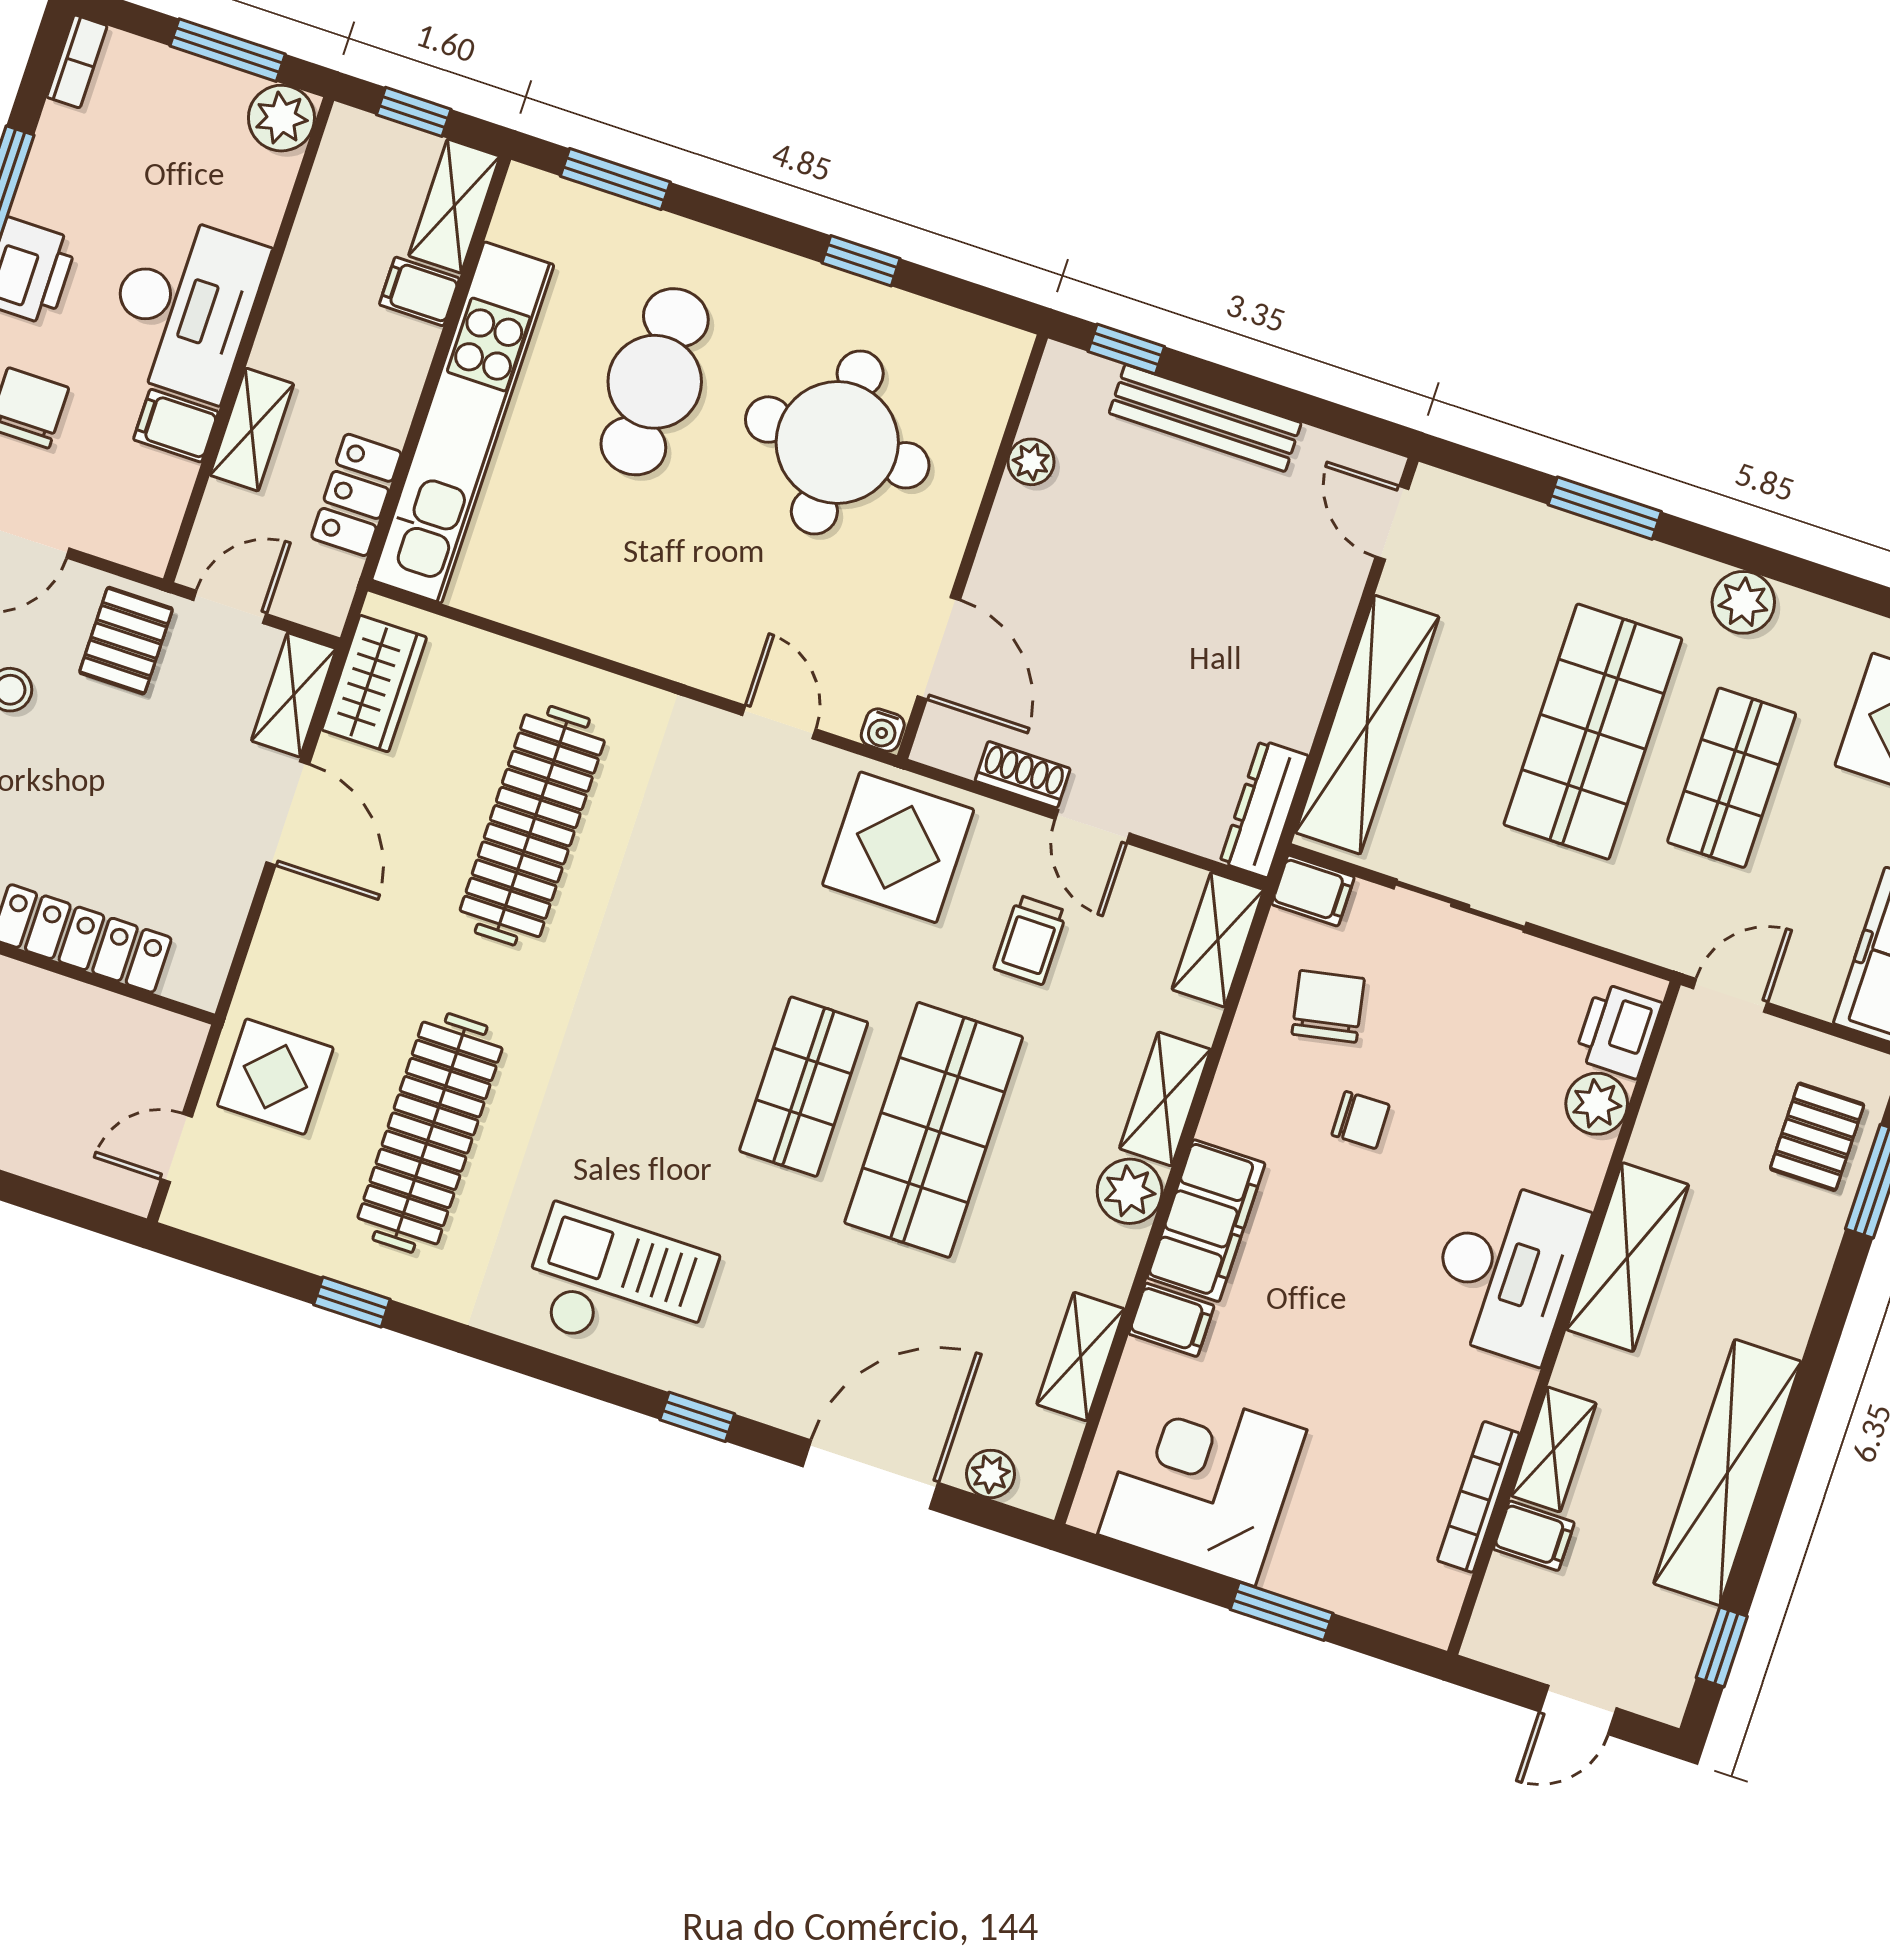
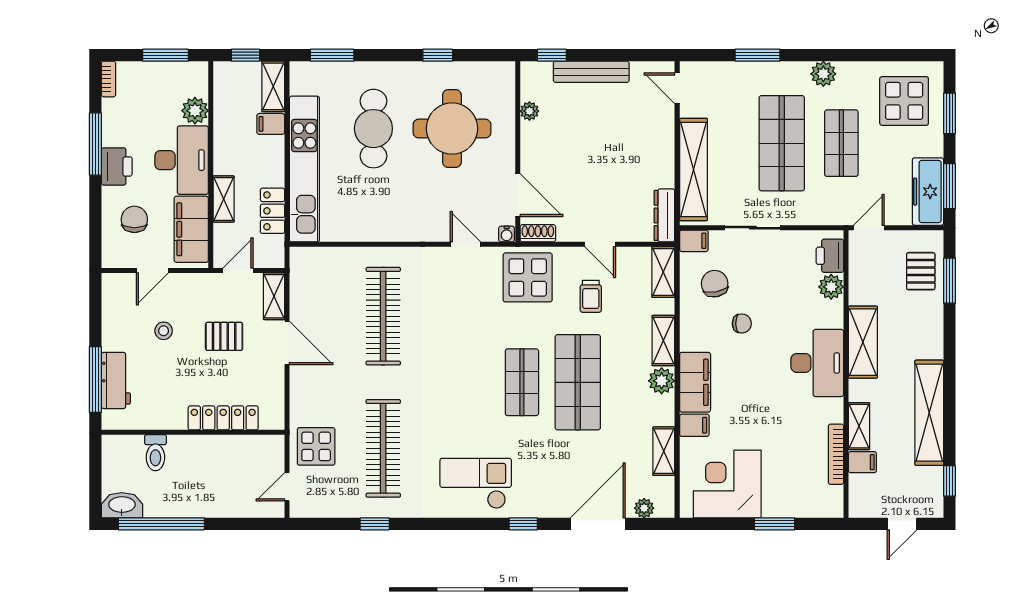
plant: (281, 118) -> (195, 111), moved
filing cabinet: (176, 426) -> (191, 229), width x3.00, depth x1.17
pallet: (126, 641) -> (224, 336), moved, turned 90
wardrobe: (374, 684) -> (304, 282), removed
shoe rack: (1023, 775) -> (538, 233), moved

